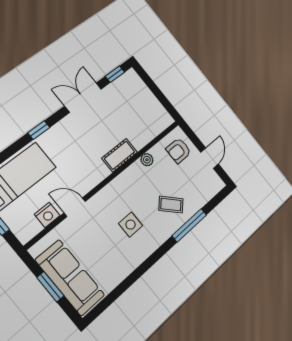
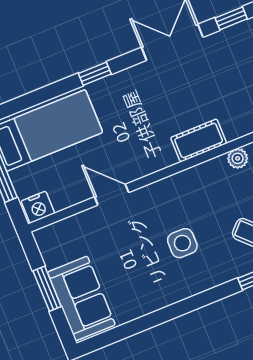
nightstand: (47, 215) -> (38, 207), moved
sofa: (70, 278) -> (81, 298), width x0.73

